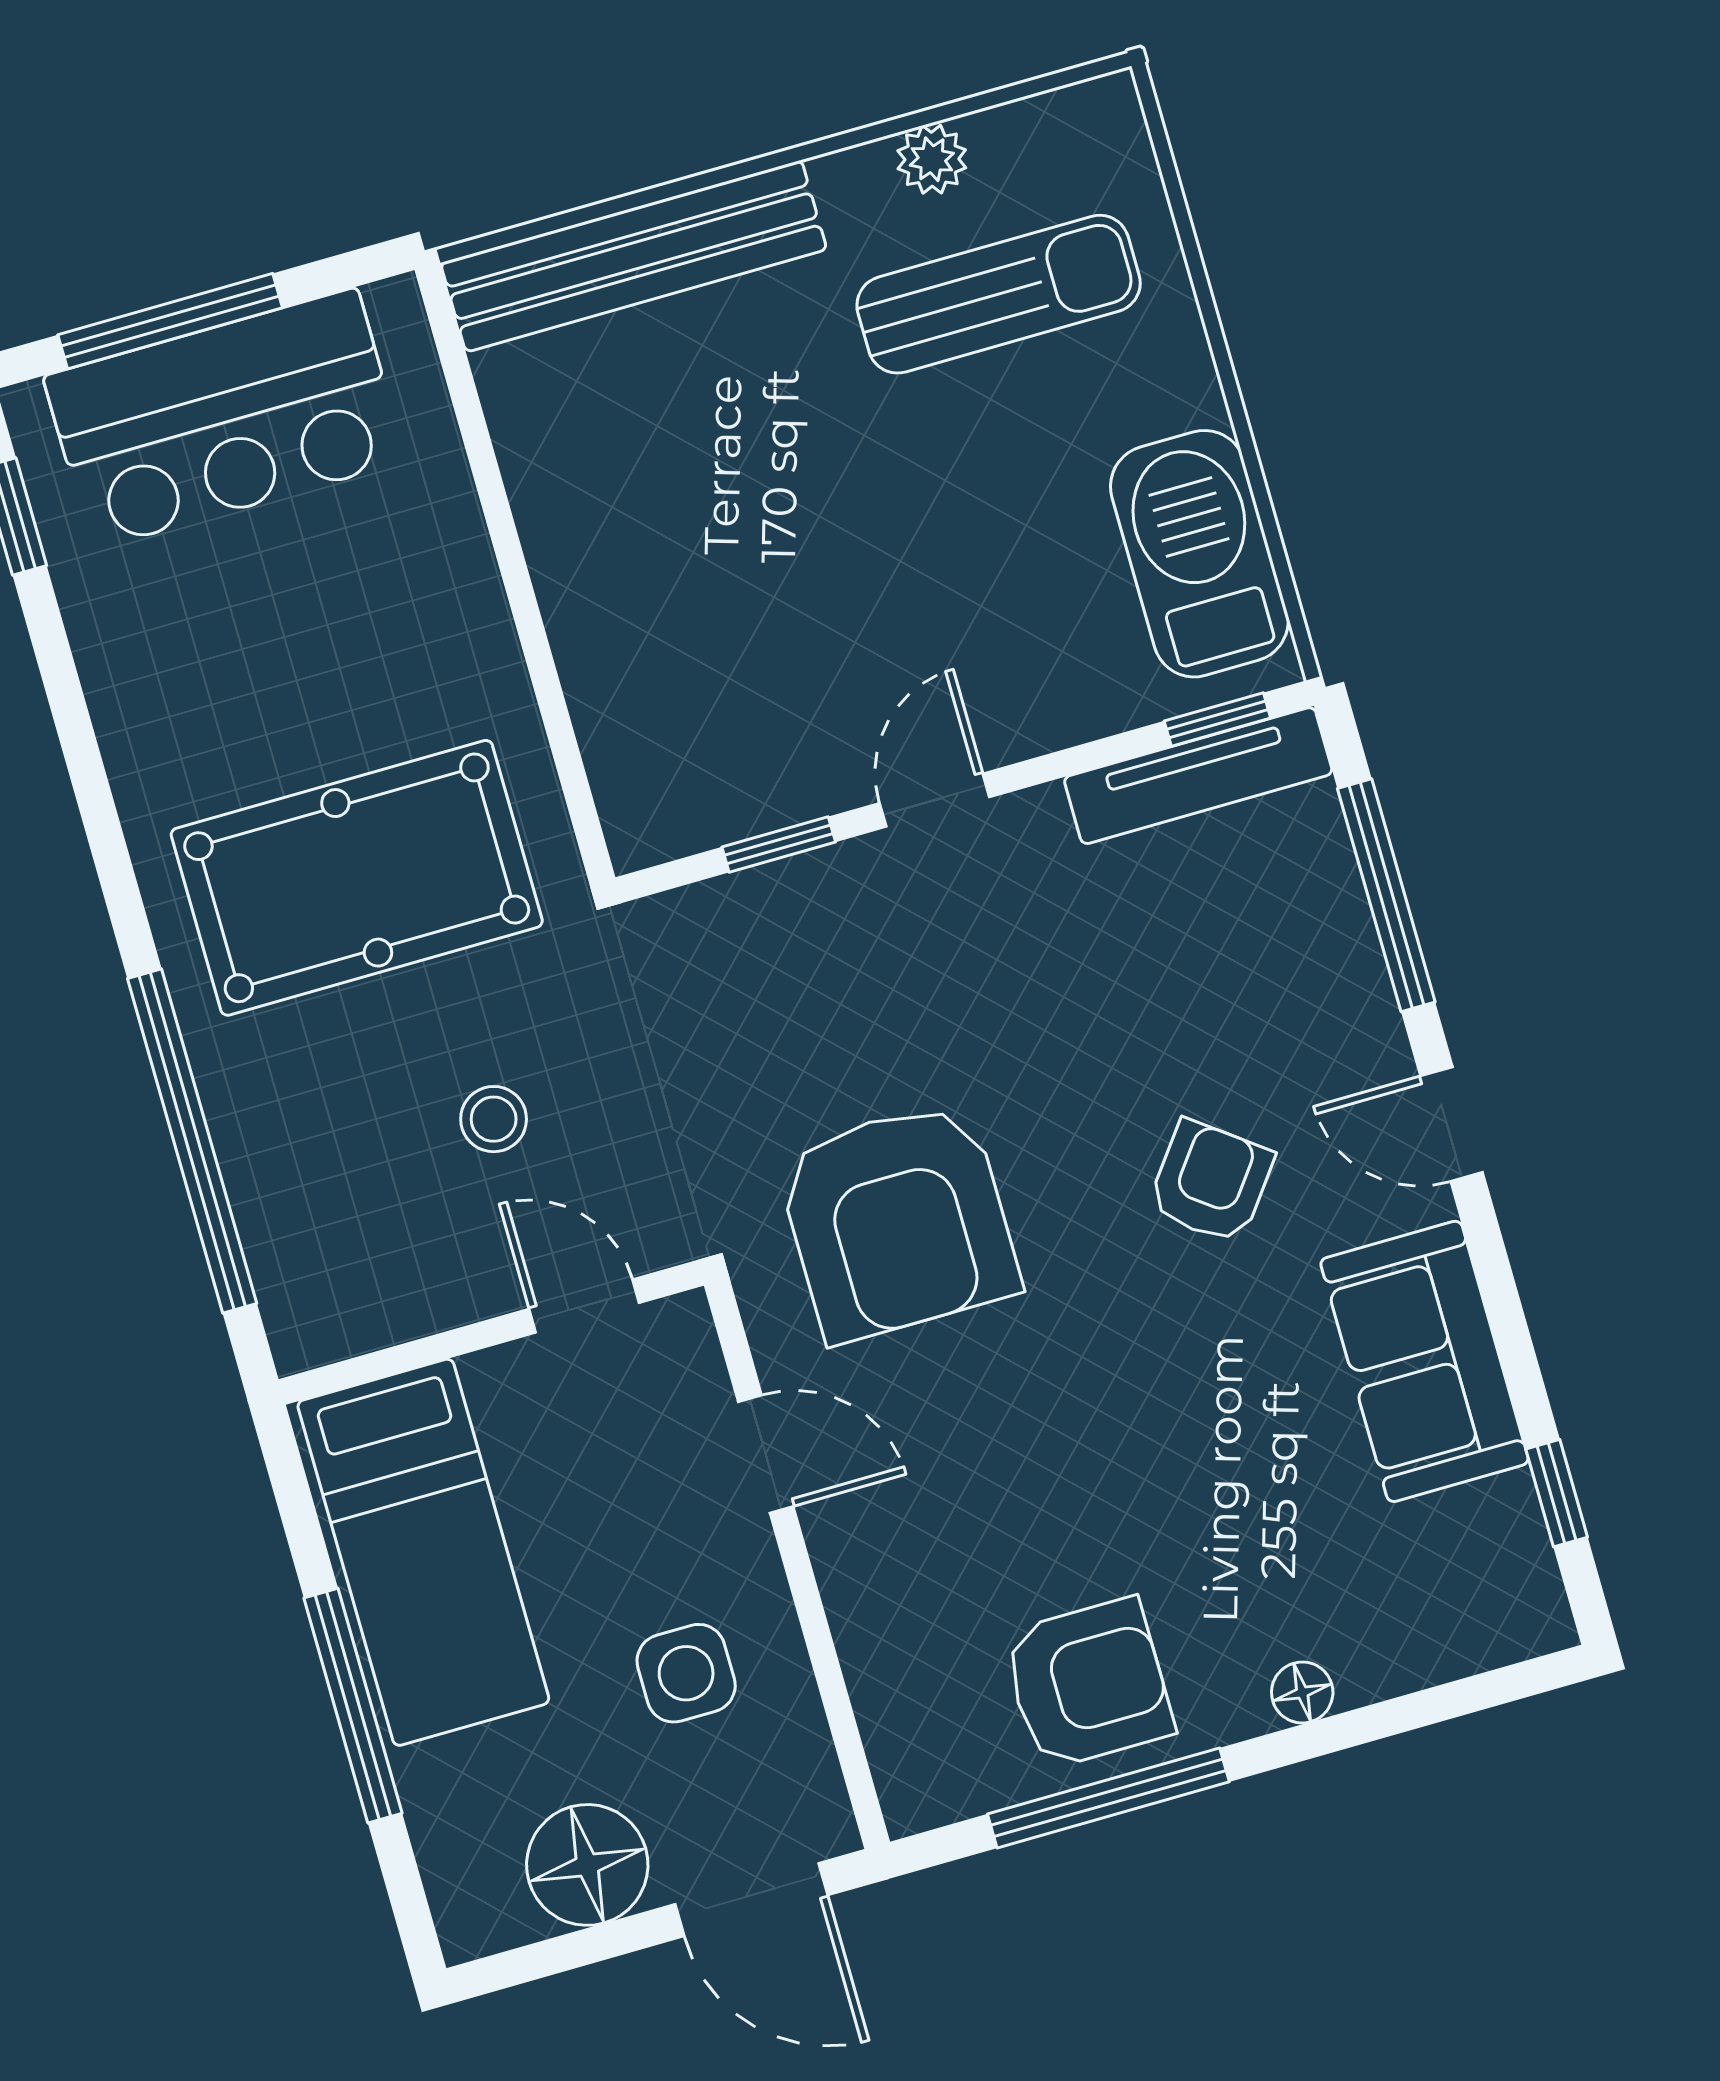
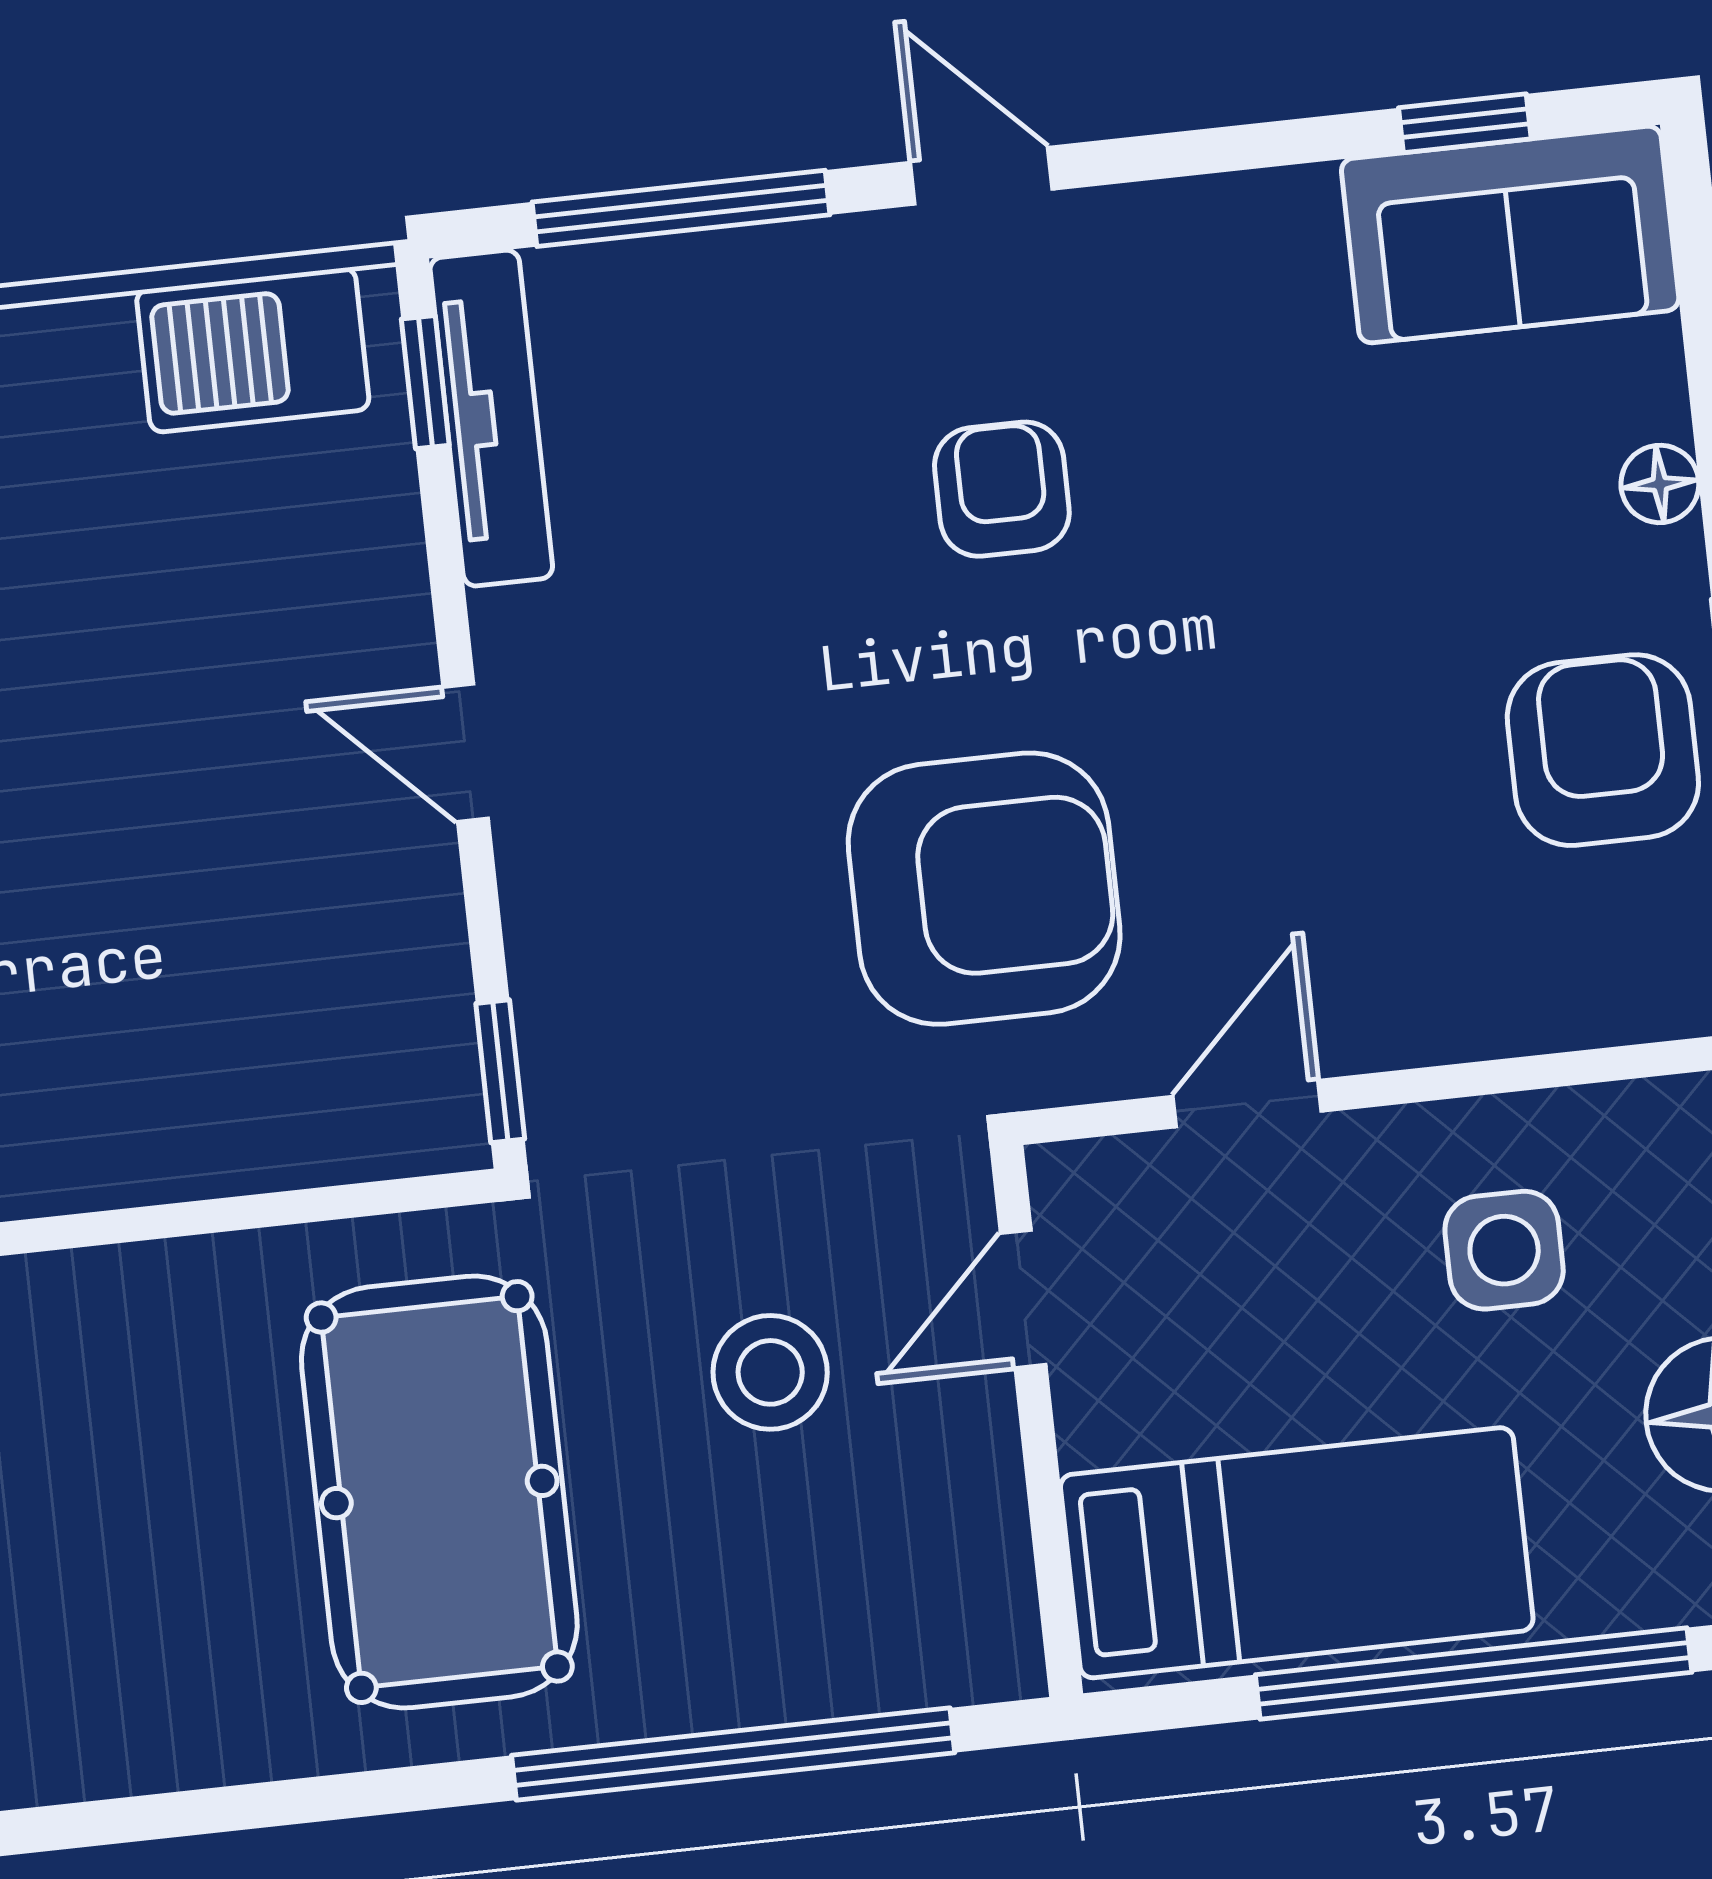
barbecue: (1199, 554) -> (253, 350), width x0.73, depth x0.83
window: (779, 845) -> (500, 1071), moved
stool: (494, 1119) -> (770, 1372), width x1.37, depth x1.37
door: (1452, 1124) -> (981, 176), swing flipped
armchair: (1211, 1182) -> (1002, 489), turned 53
sofa: (1424, 1361) -> (1510, 235), moved
window: (353, 1706) -> (1474, 1674), width x1.46

